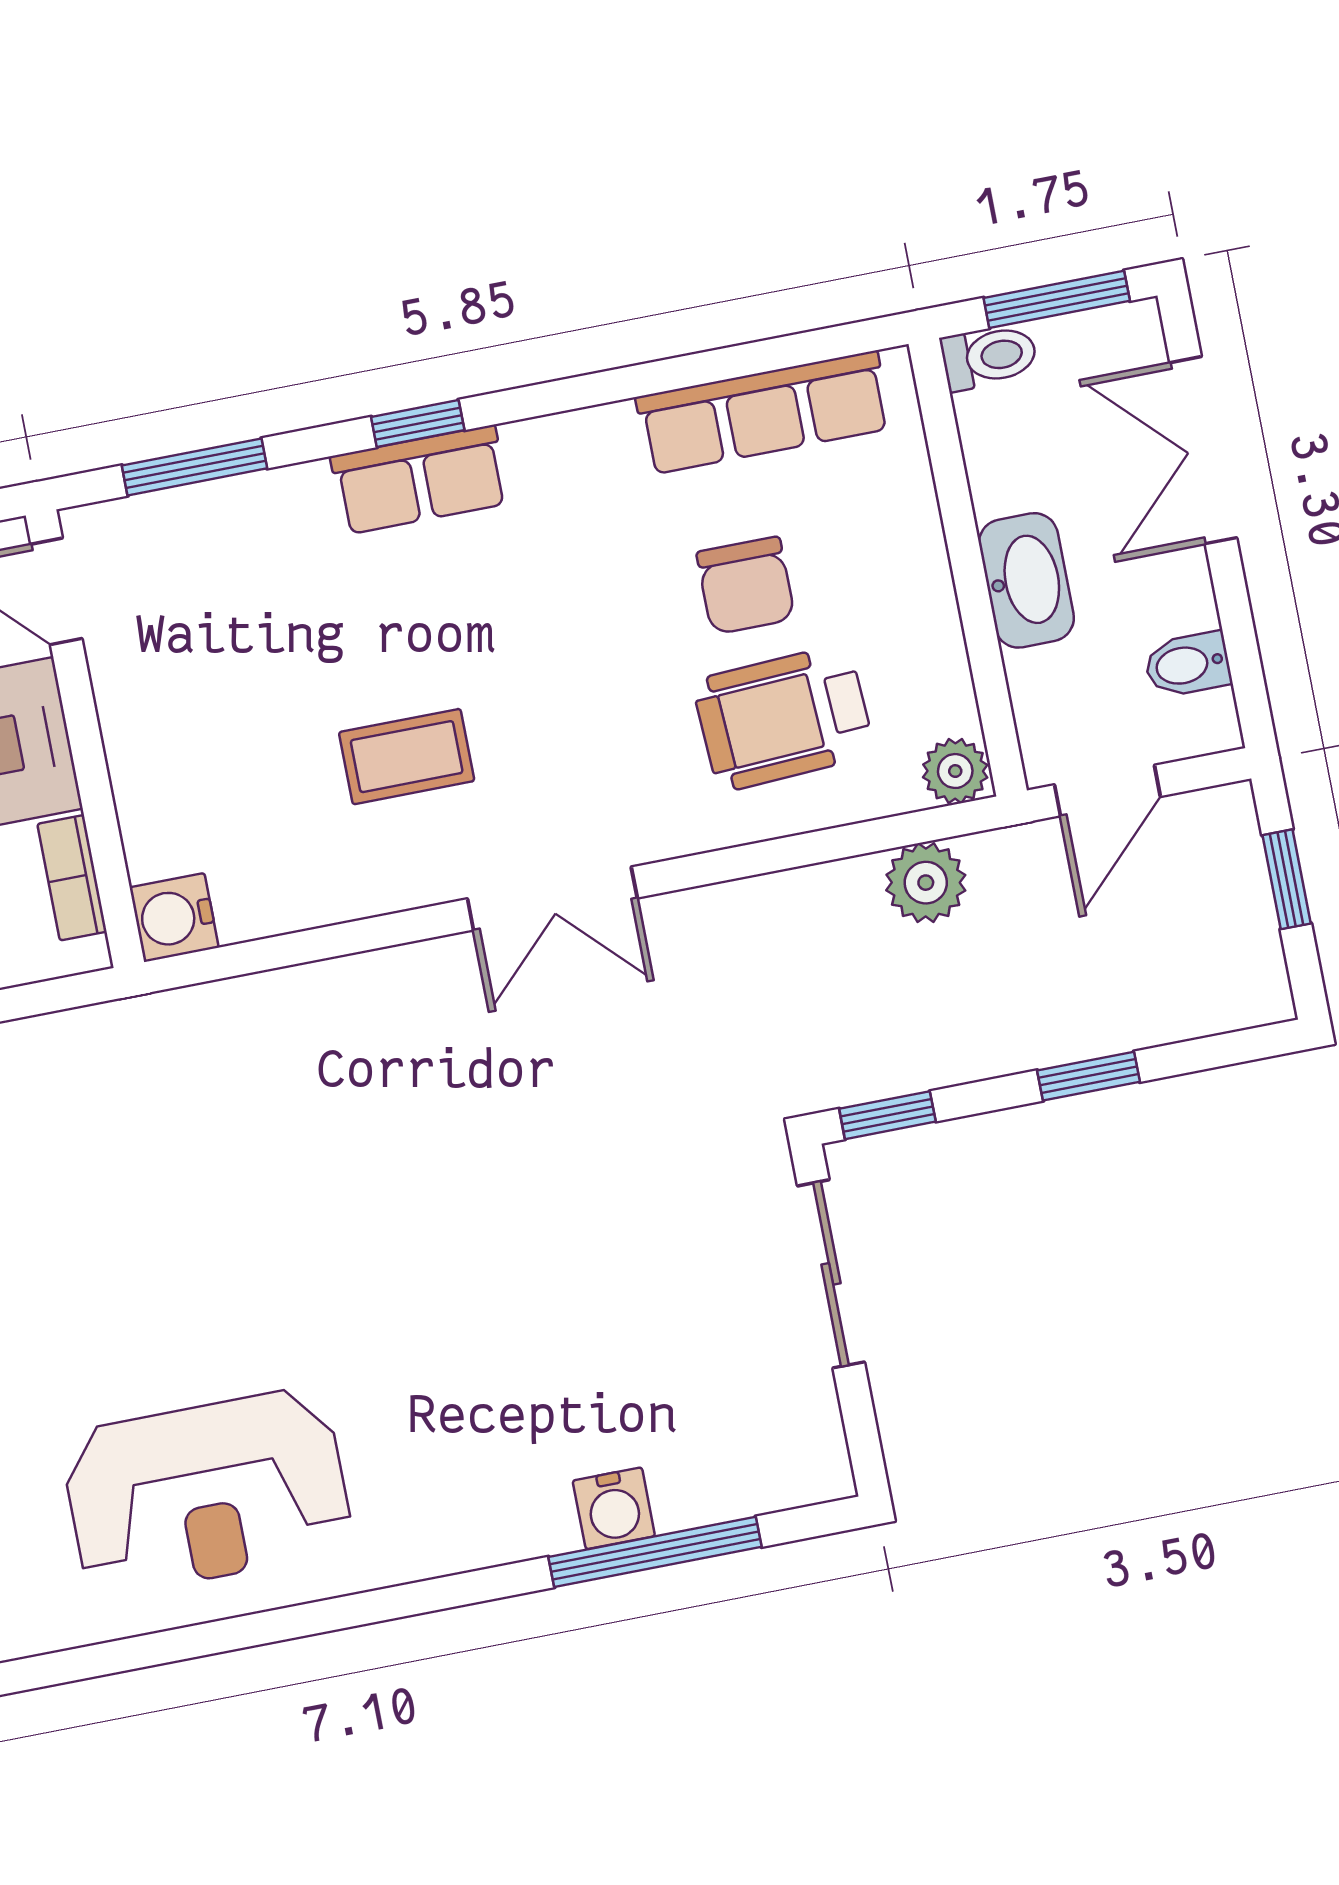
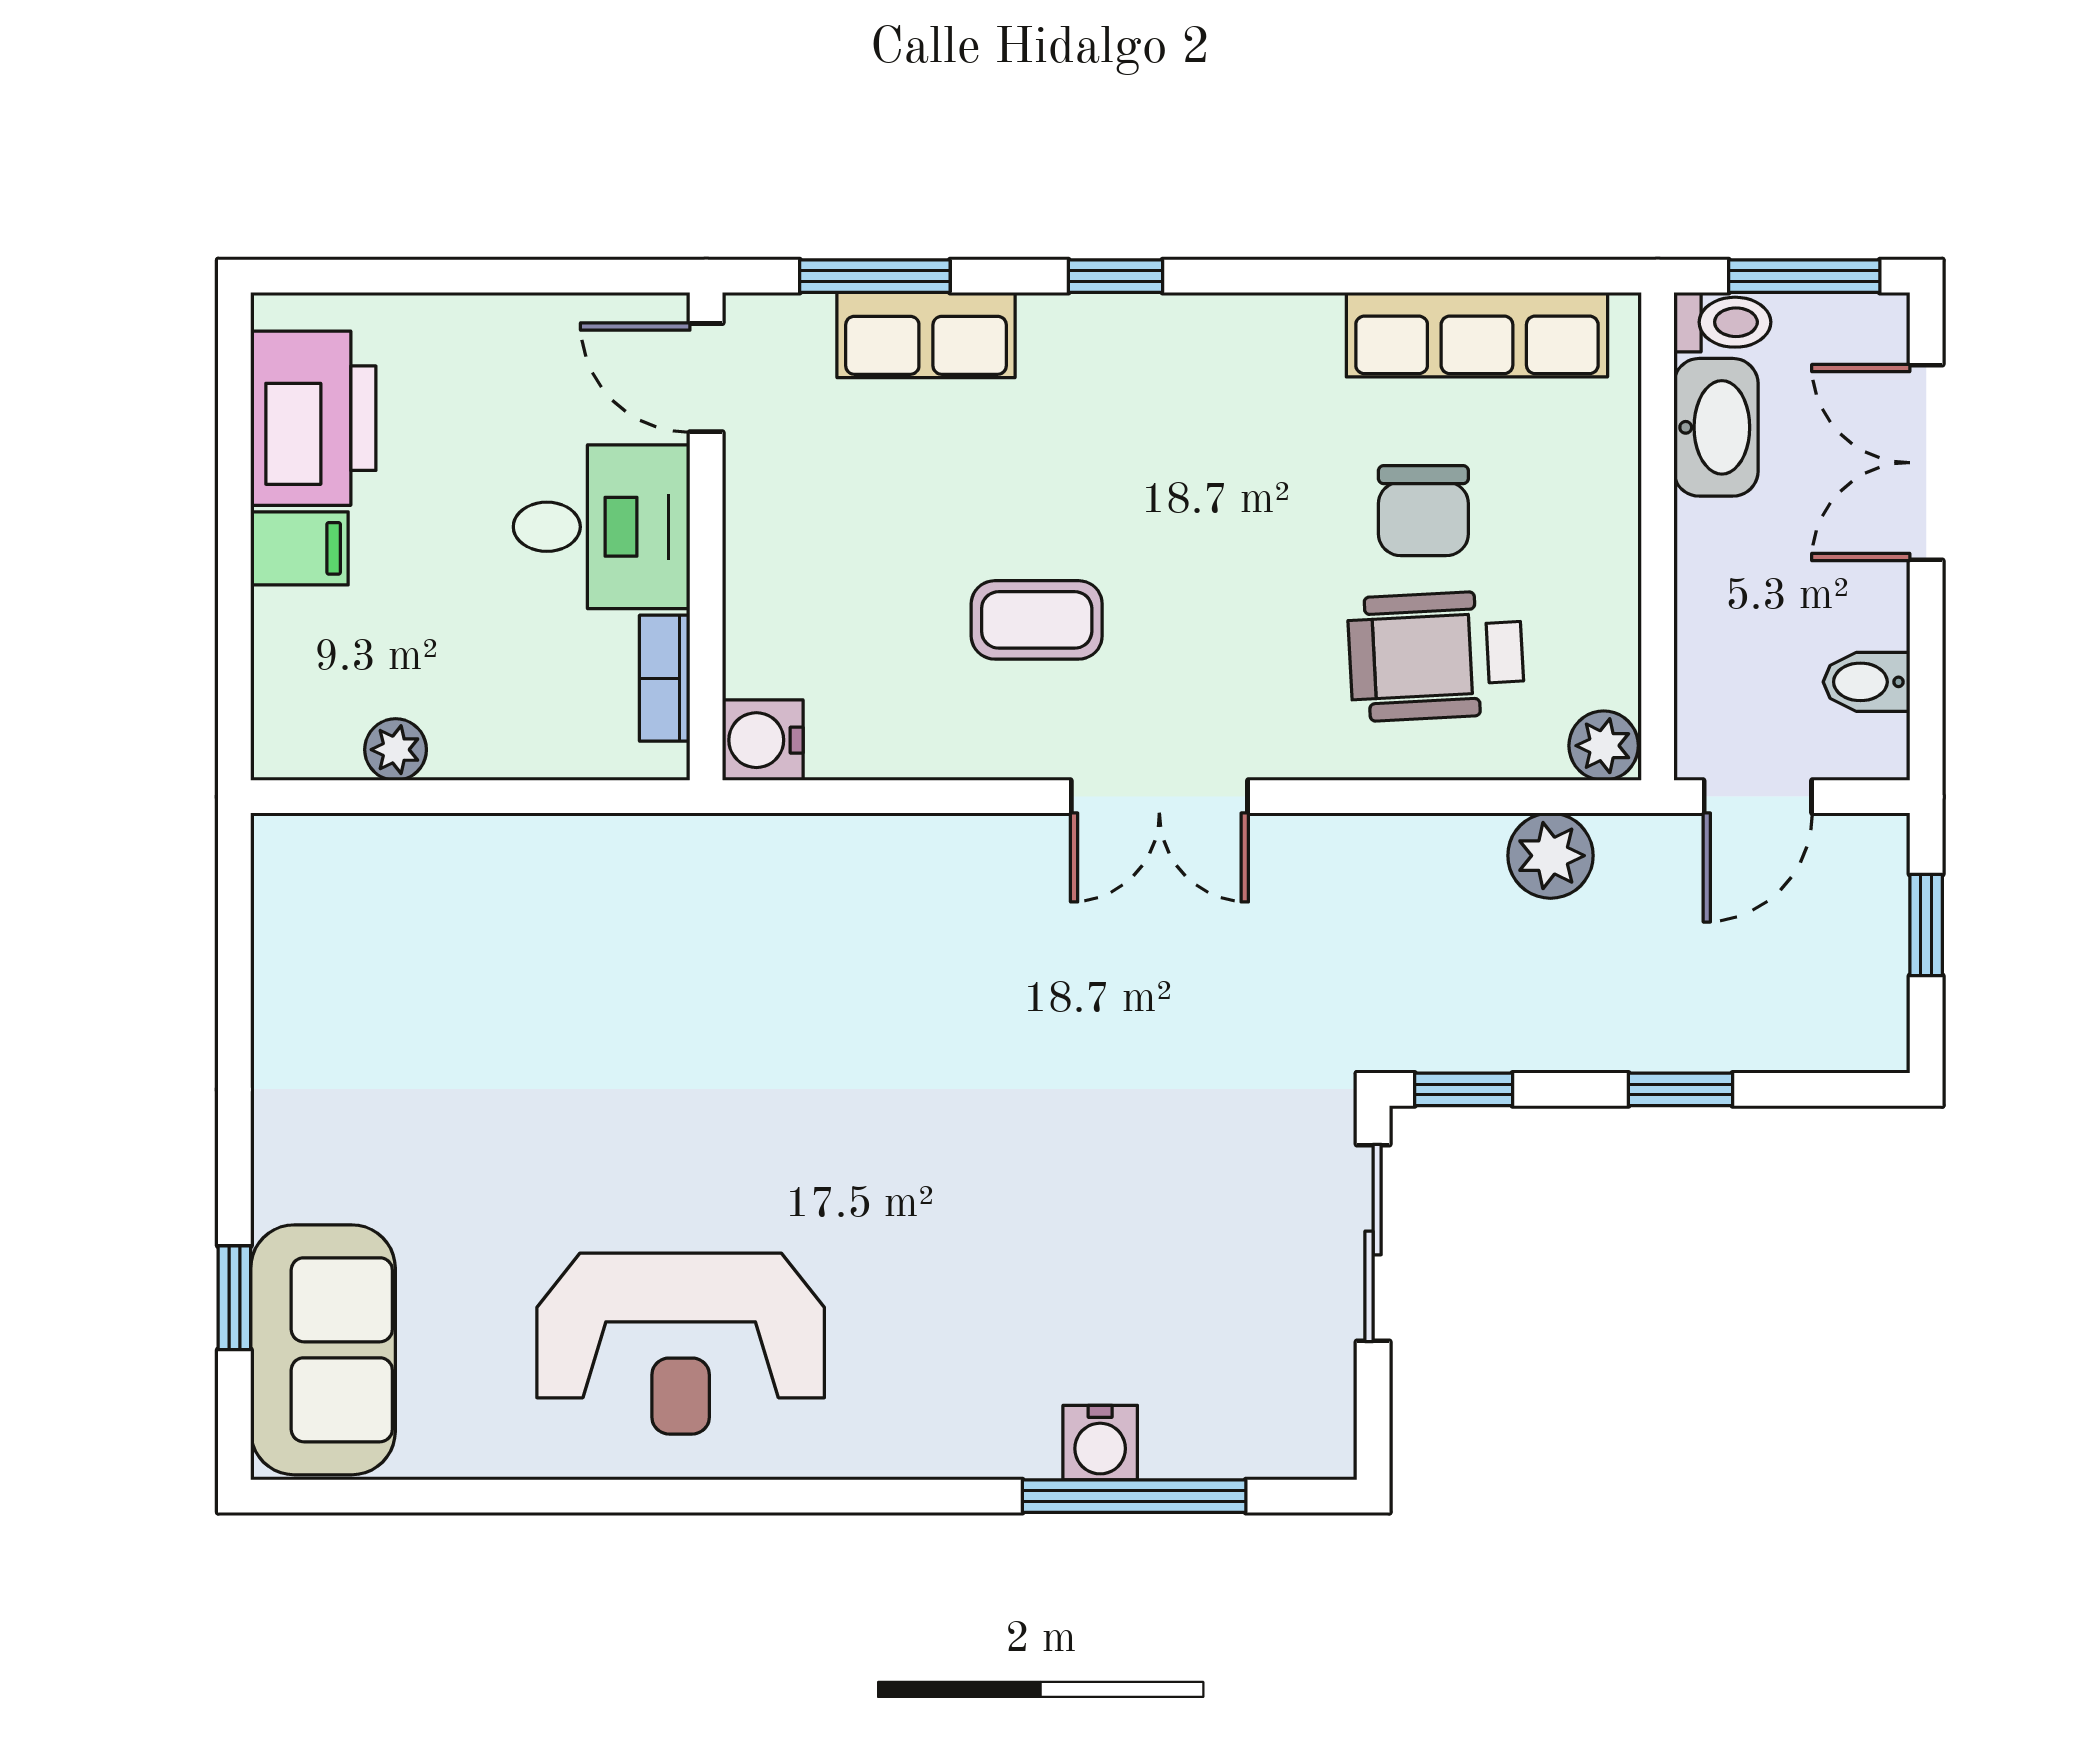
row of seats: (420, 480) -> (926, 335), moved
washbasin: (1026, 580) -> (1716, 427), moved

